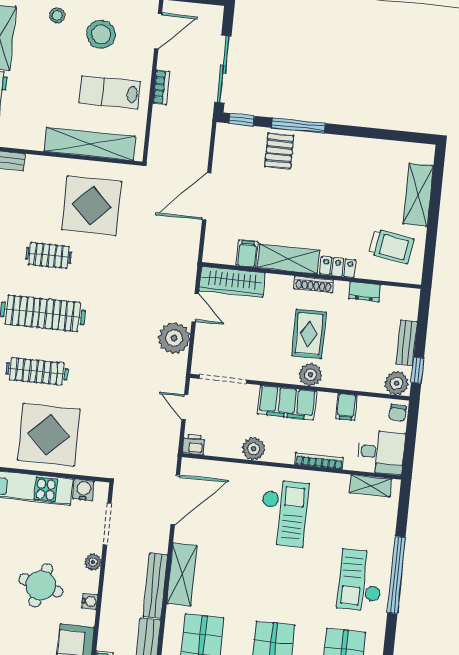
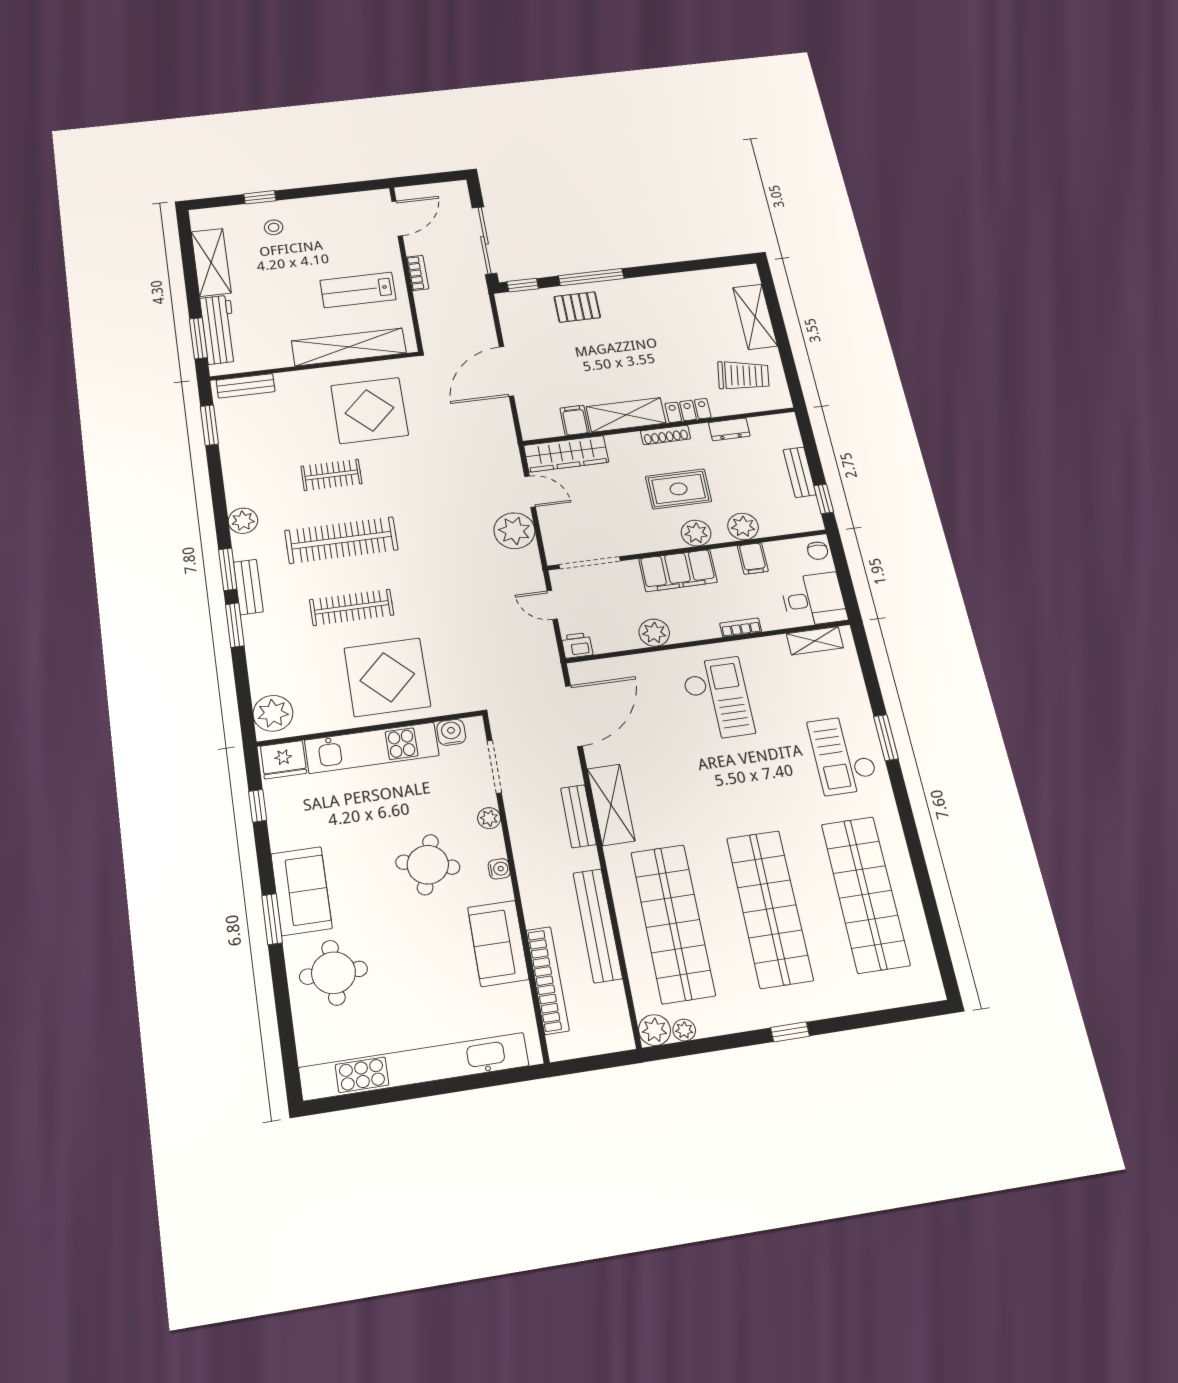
stool: (101, 34) -> (331, 235), removed
pallet: (279, 151) -> (577, 307), turned 90
rug: (309, 334) -> (679, 489), turned 90
plant: (397, 383) -> (743, 526), moved
bookcase: (319, 461) -> (741, 627), width x0.64
window: (396, 575) -> (886, 738), width x0.47
bench: (155, 586) -> (578, 816), width x0.73

